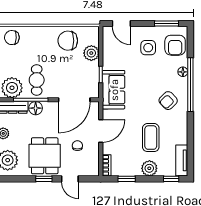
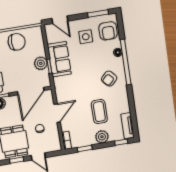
chair: (68, 41) -> (17, 42), turned 180
plant: (91, 53) -> (41, 63), moved
sofa: (114, 90) -> (59, 59), moved

